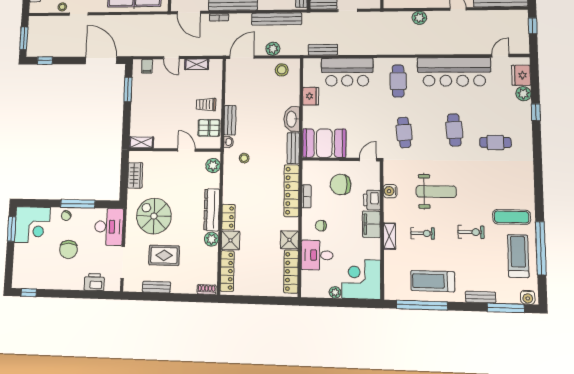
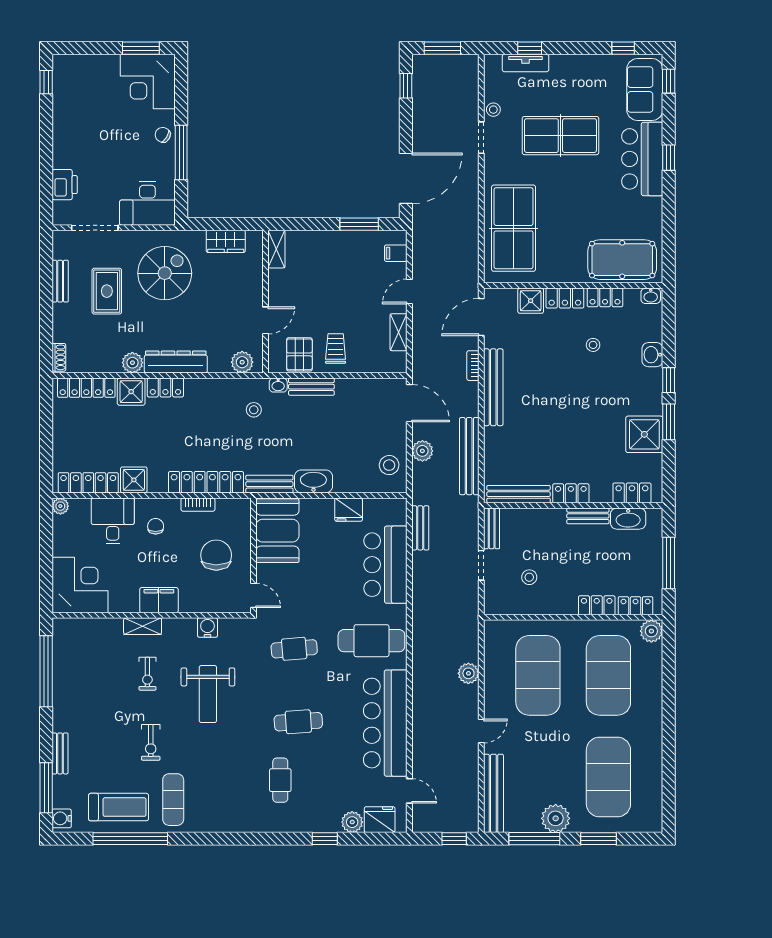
cafe table: (398, 81) -> (371, 641), width x1.37, depth x1.35
printer: (372, 200) -> (194, 601), removed
chair: (68, 249) -> (112, 141), removed
treadmill: (433, 281) -> (80, 687), removed
plant: (335, 292) -> (60, 506), moved

